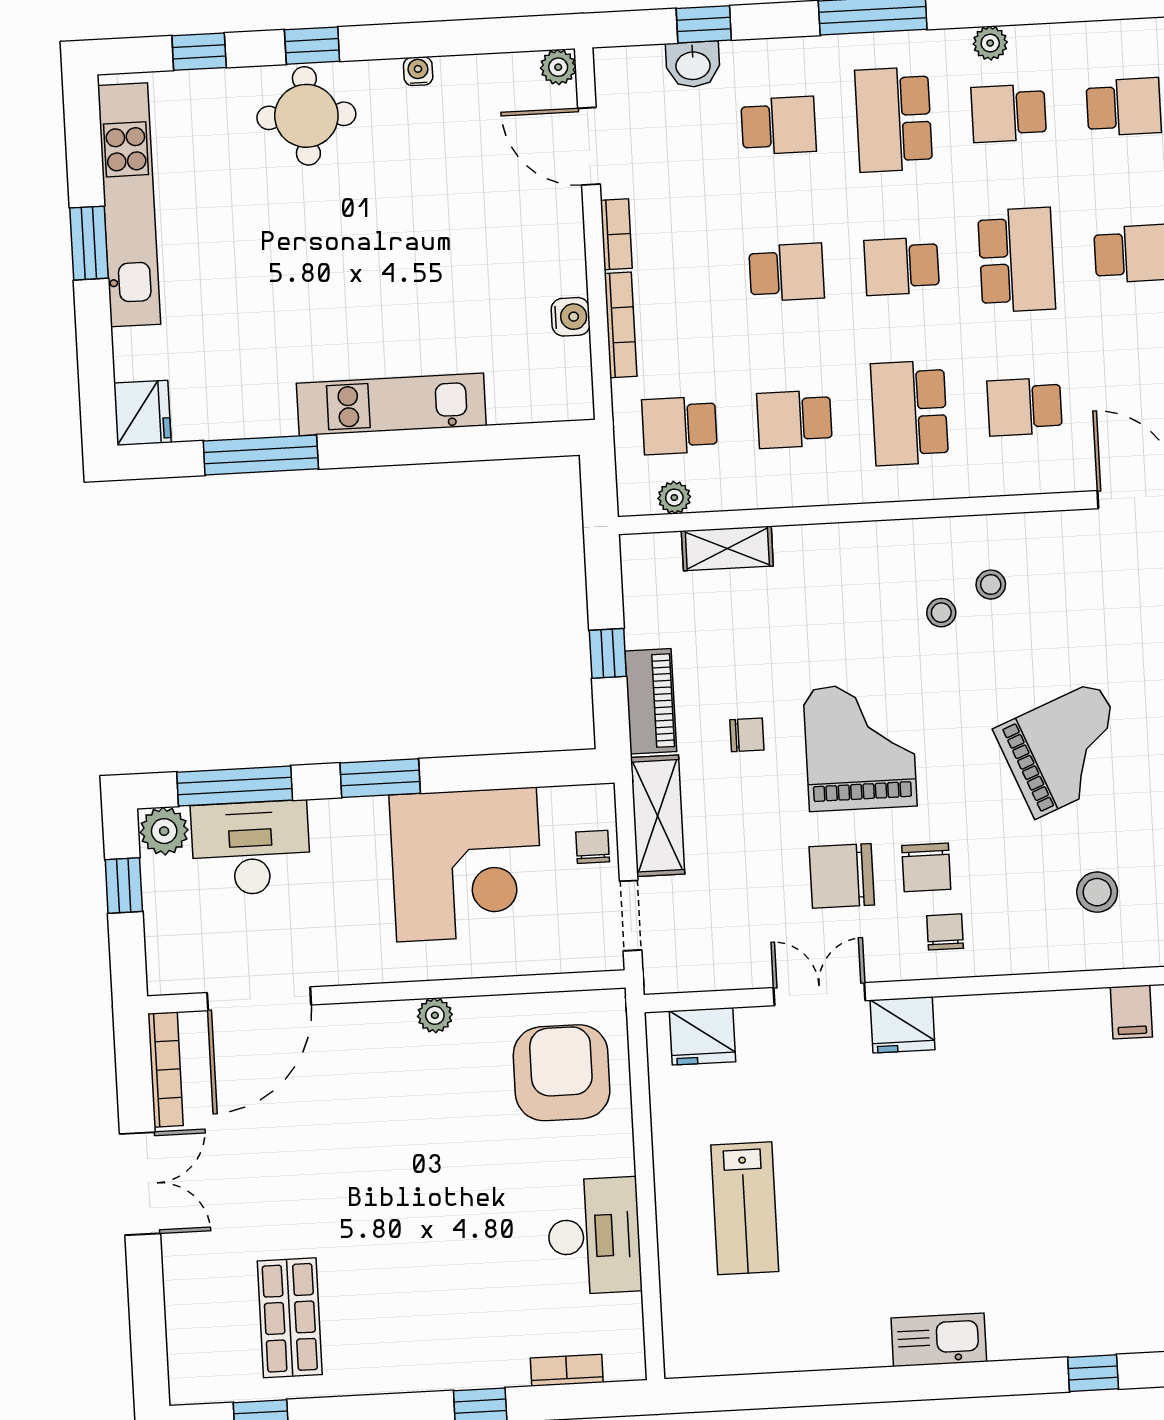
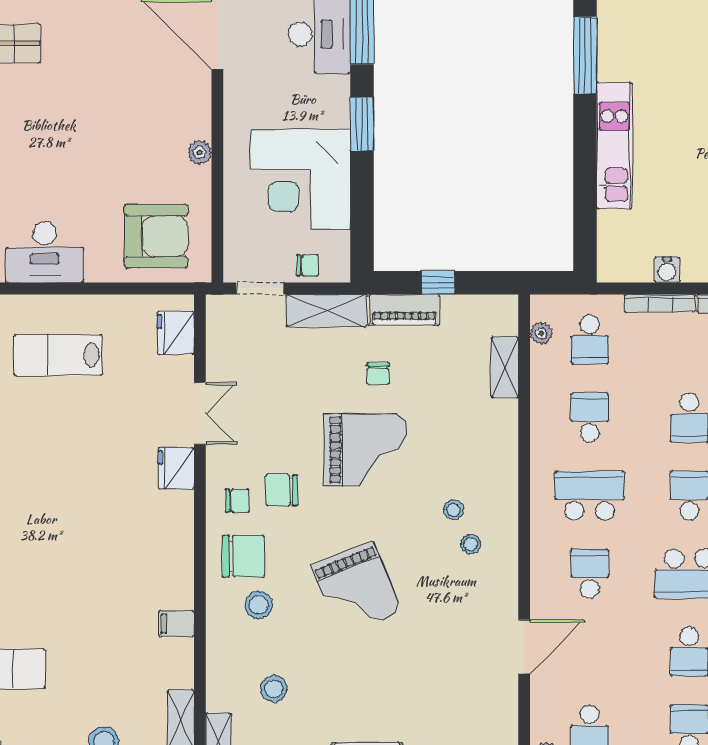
school desk: (680, 425) -> (590, 340), turned 180
chair: (842, 876) -> (243, 556), moved, turned 90

